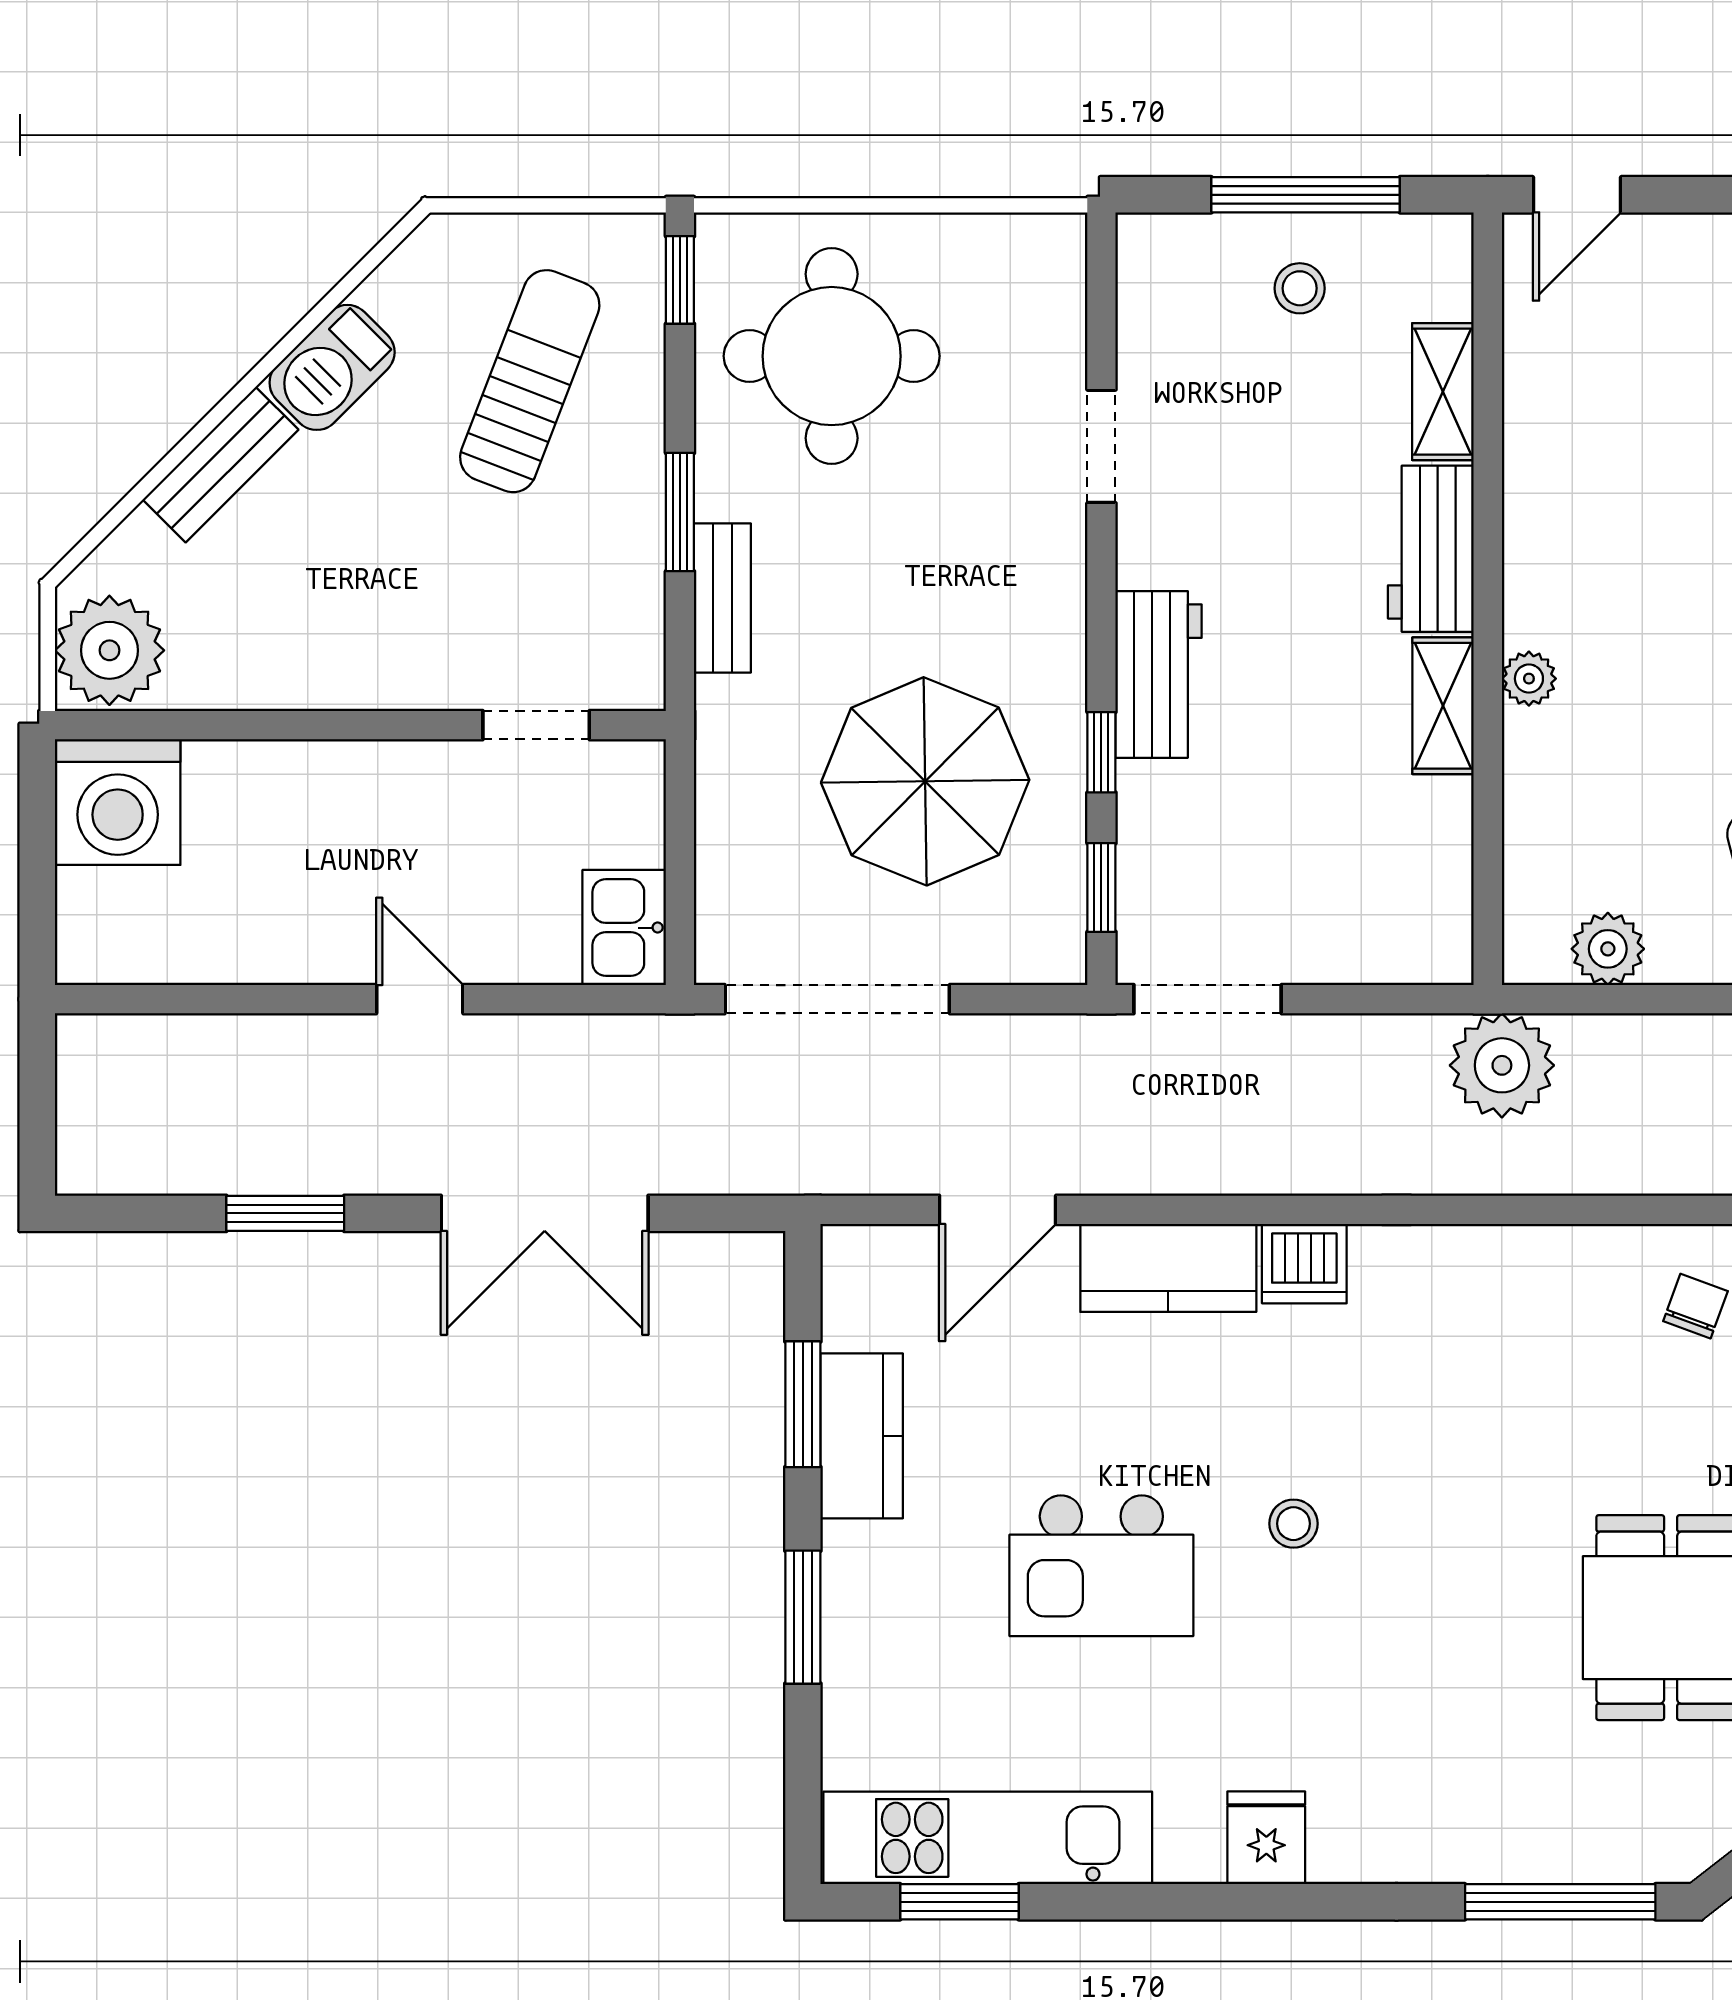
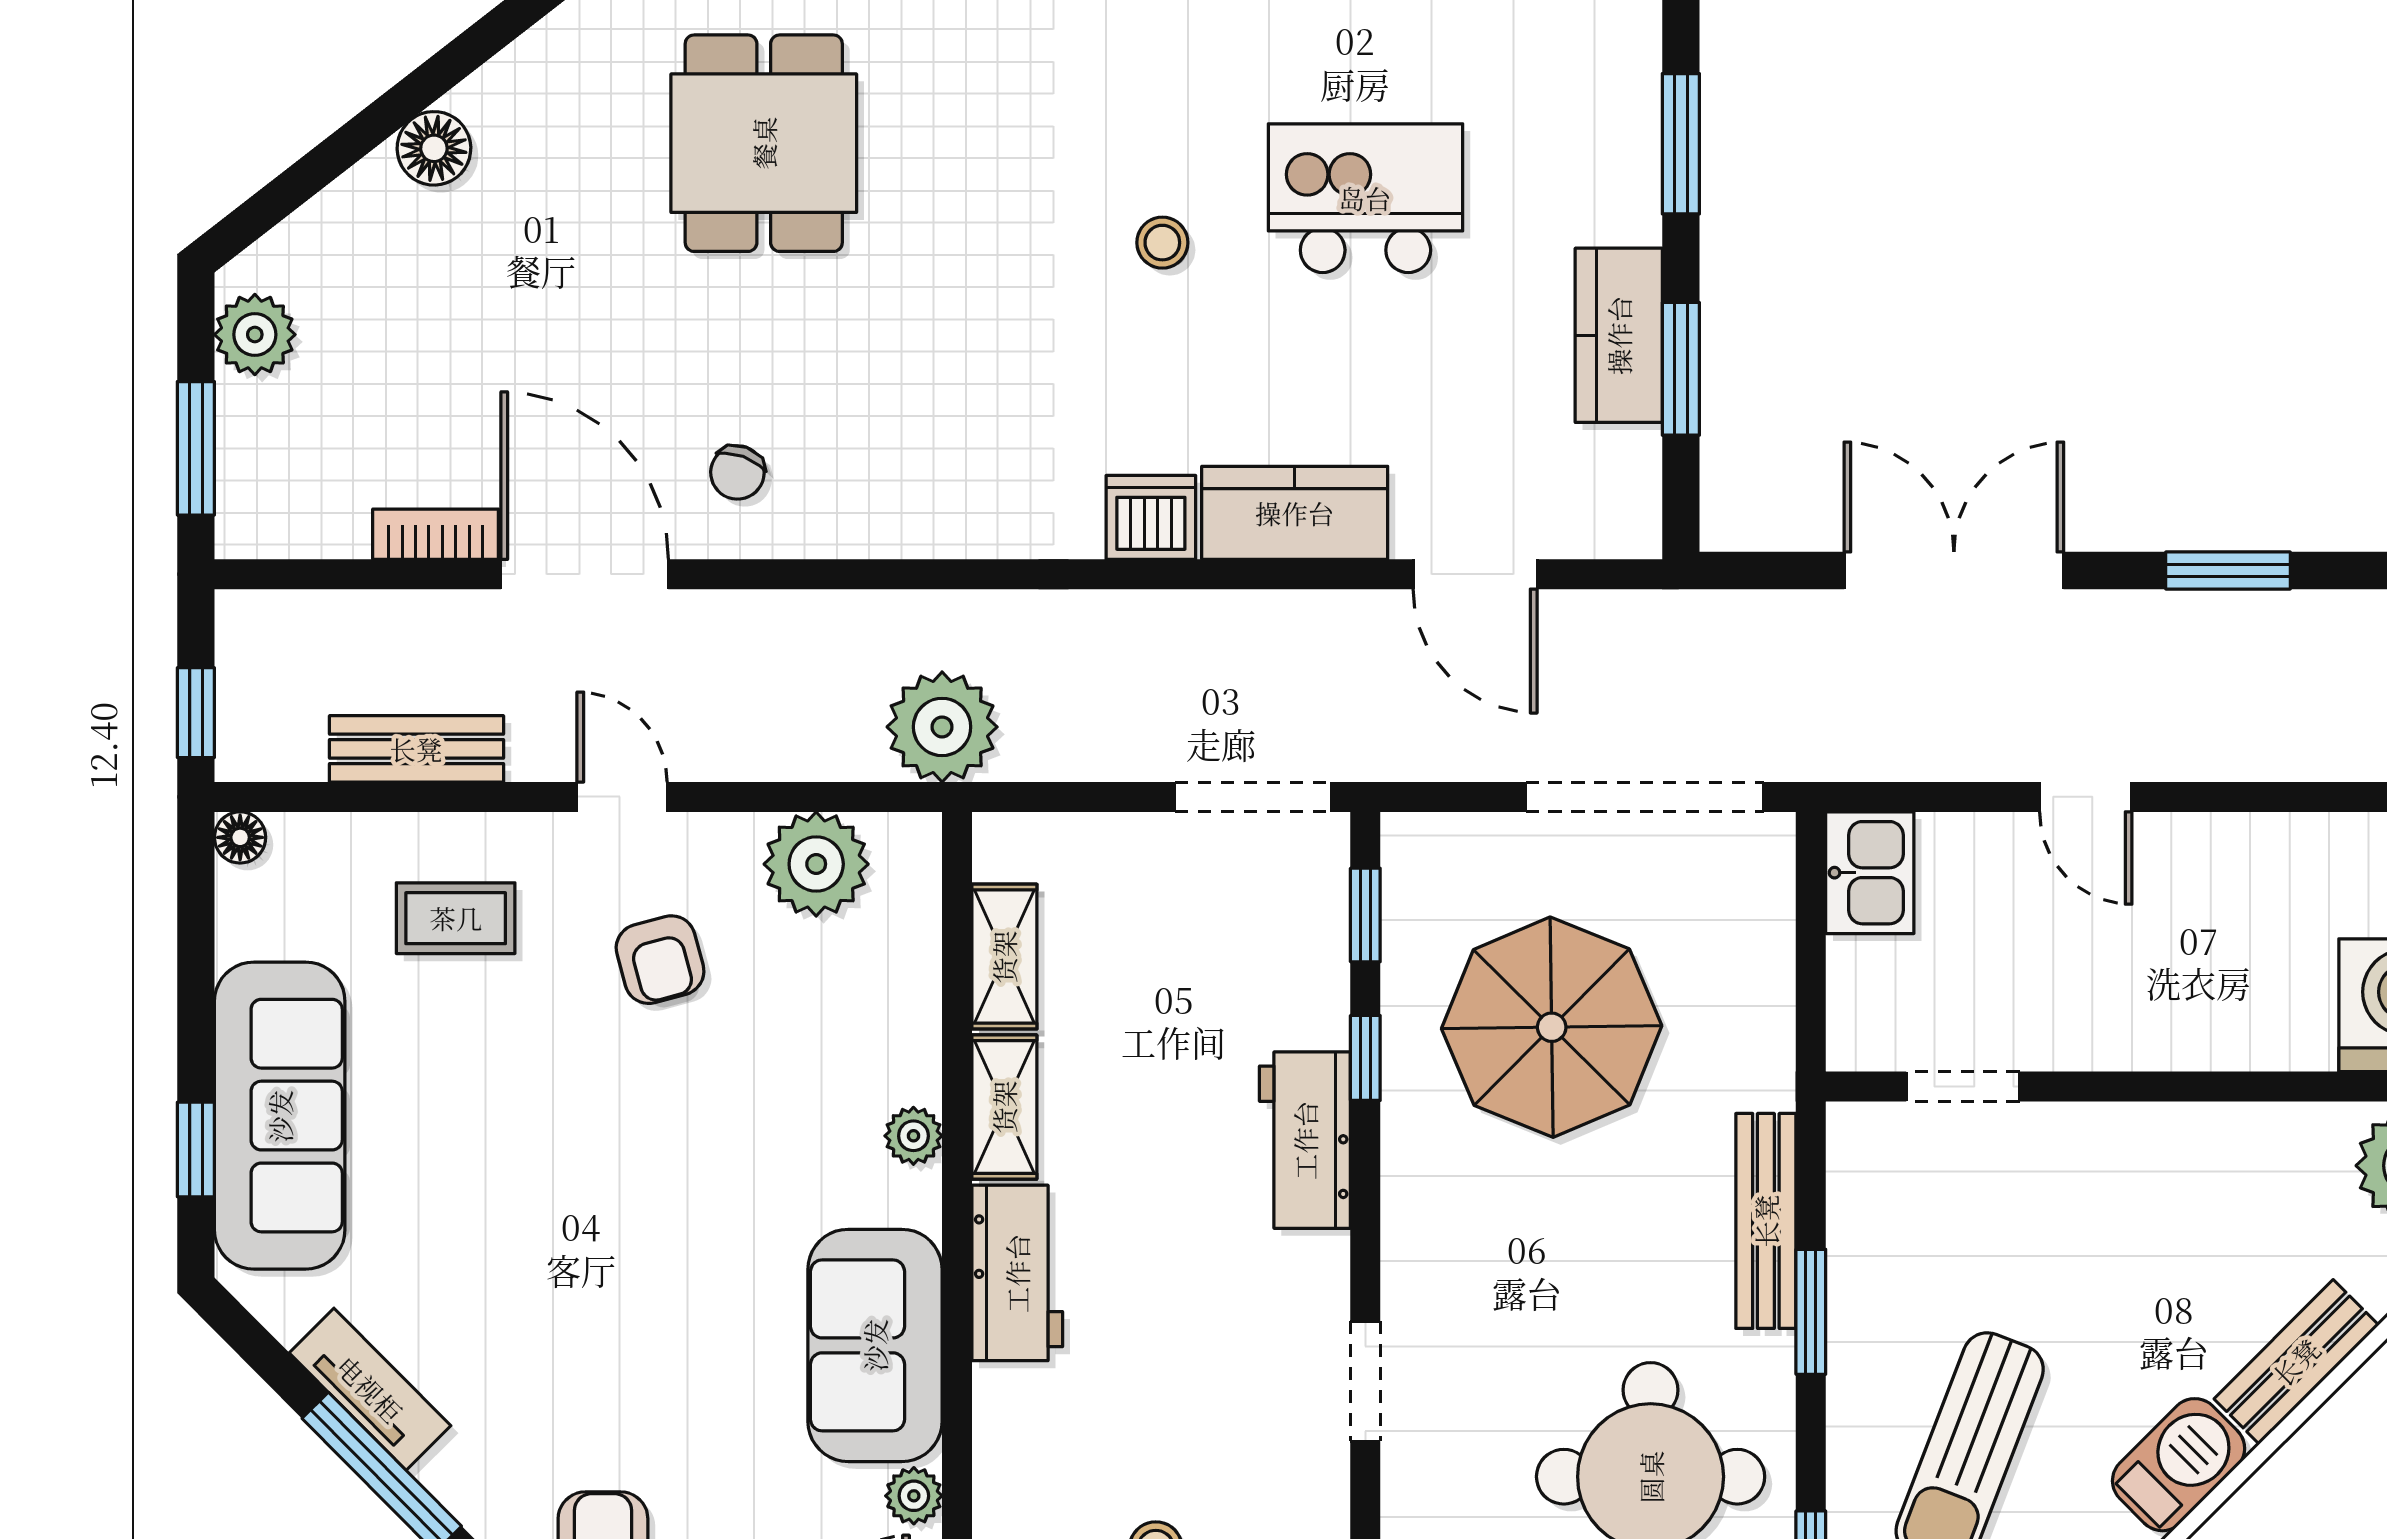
plant: (1529, 338) -> (914, 1496), added
shelving: (1443, 392) -> (1004, 957), moved
sofa: (1565, 480) -> (875, 1345), added
bench: (722, 598) -> (1766, 1221), width x1.36
plant: (1608, 949) -> (816, 864), width x1.36, depth x1.36
door: (998, 1210) -> (1475, 574), swing flipped

